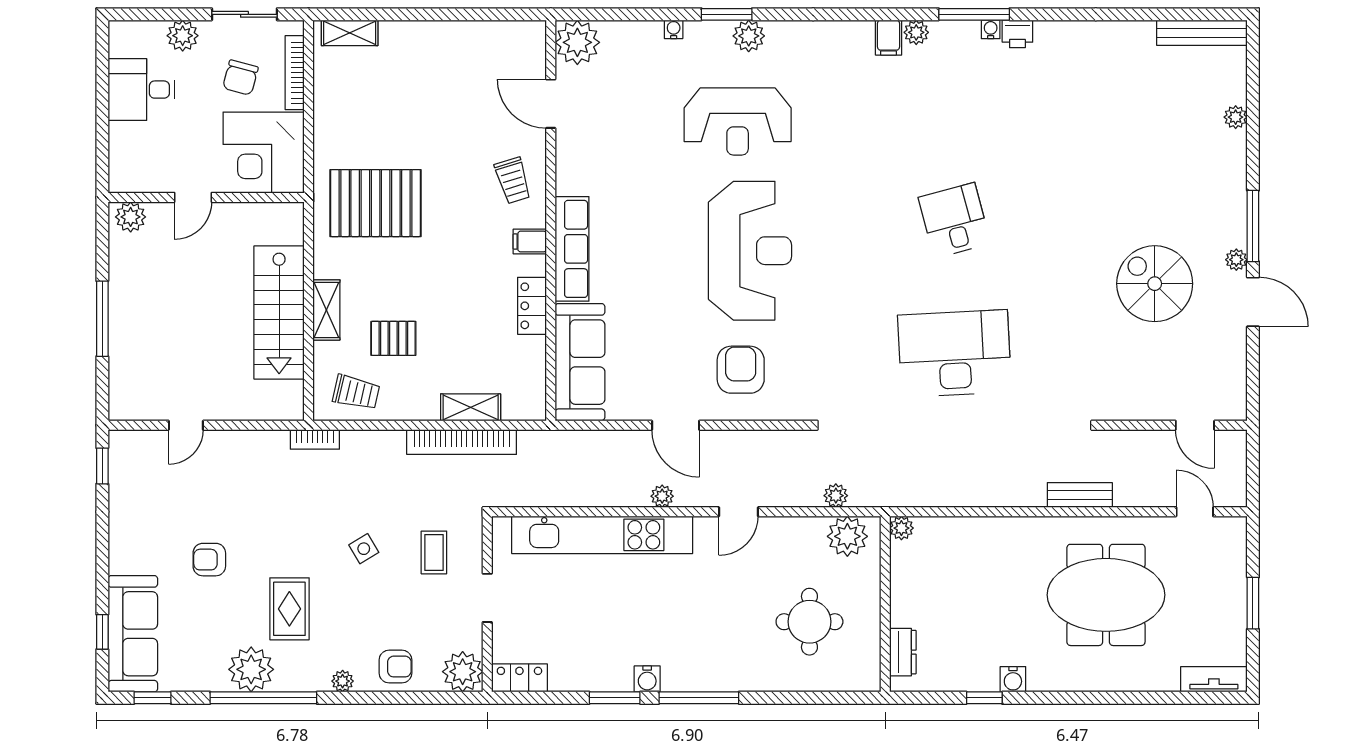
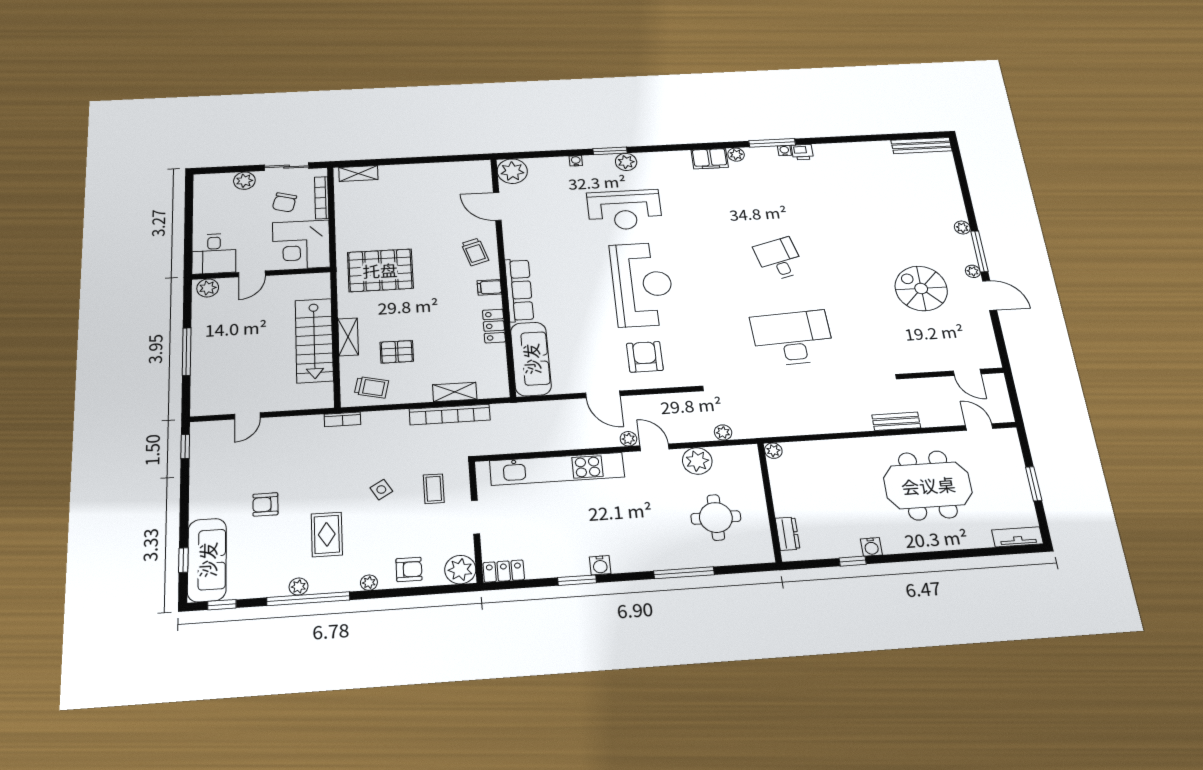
filing cabinet: (889, 38) -> (710, 159), width x2.00
desk: (141, 90) -> (214, 254), moved, turned -90
plant: (1236, 117) -> (962, 228), moved
plant: (662, 496) -> (628, 439), moved
door: (738, 512) -> (654, 447), swing flipped
plant: (847, 536) -> (697, 461), moved
plant: (251, 669) -> (298, 587), width x0.53, depth x0.53
window: (699, 698) -> (684, 573), moved

